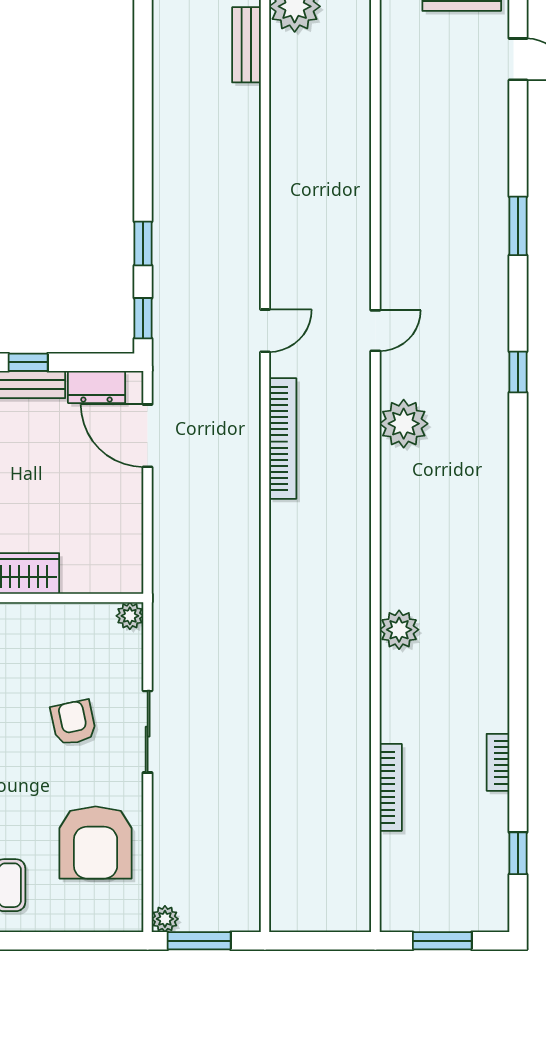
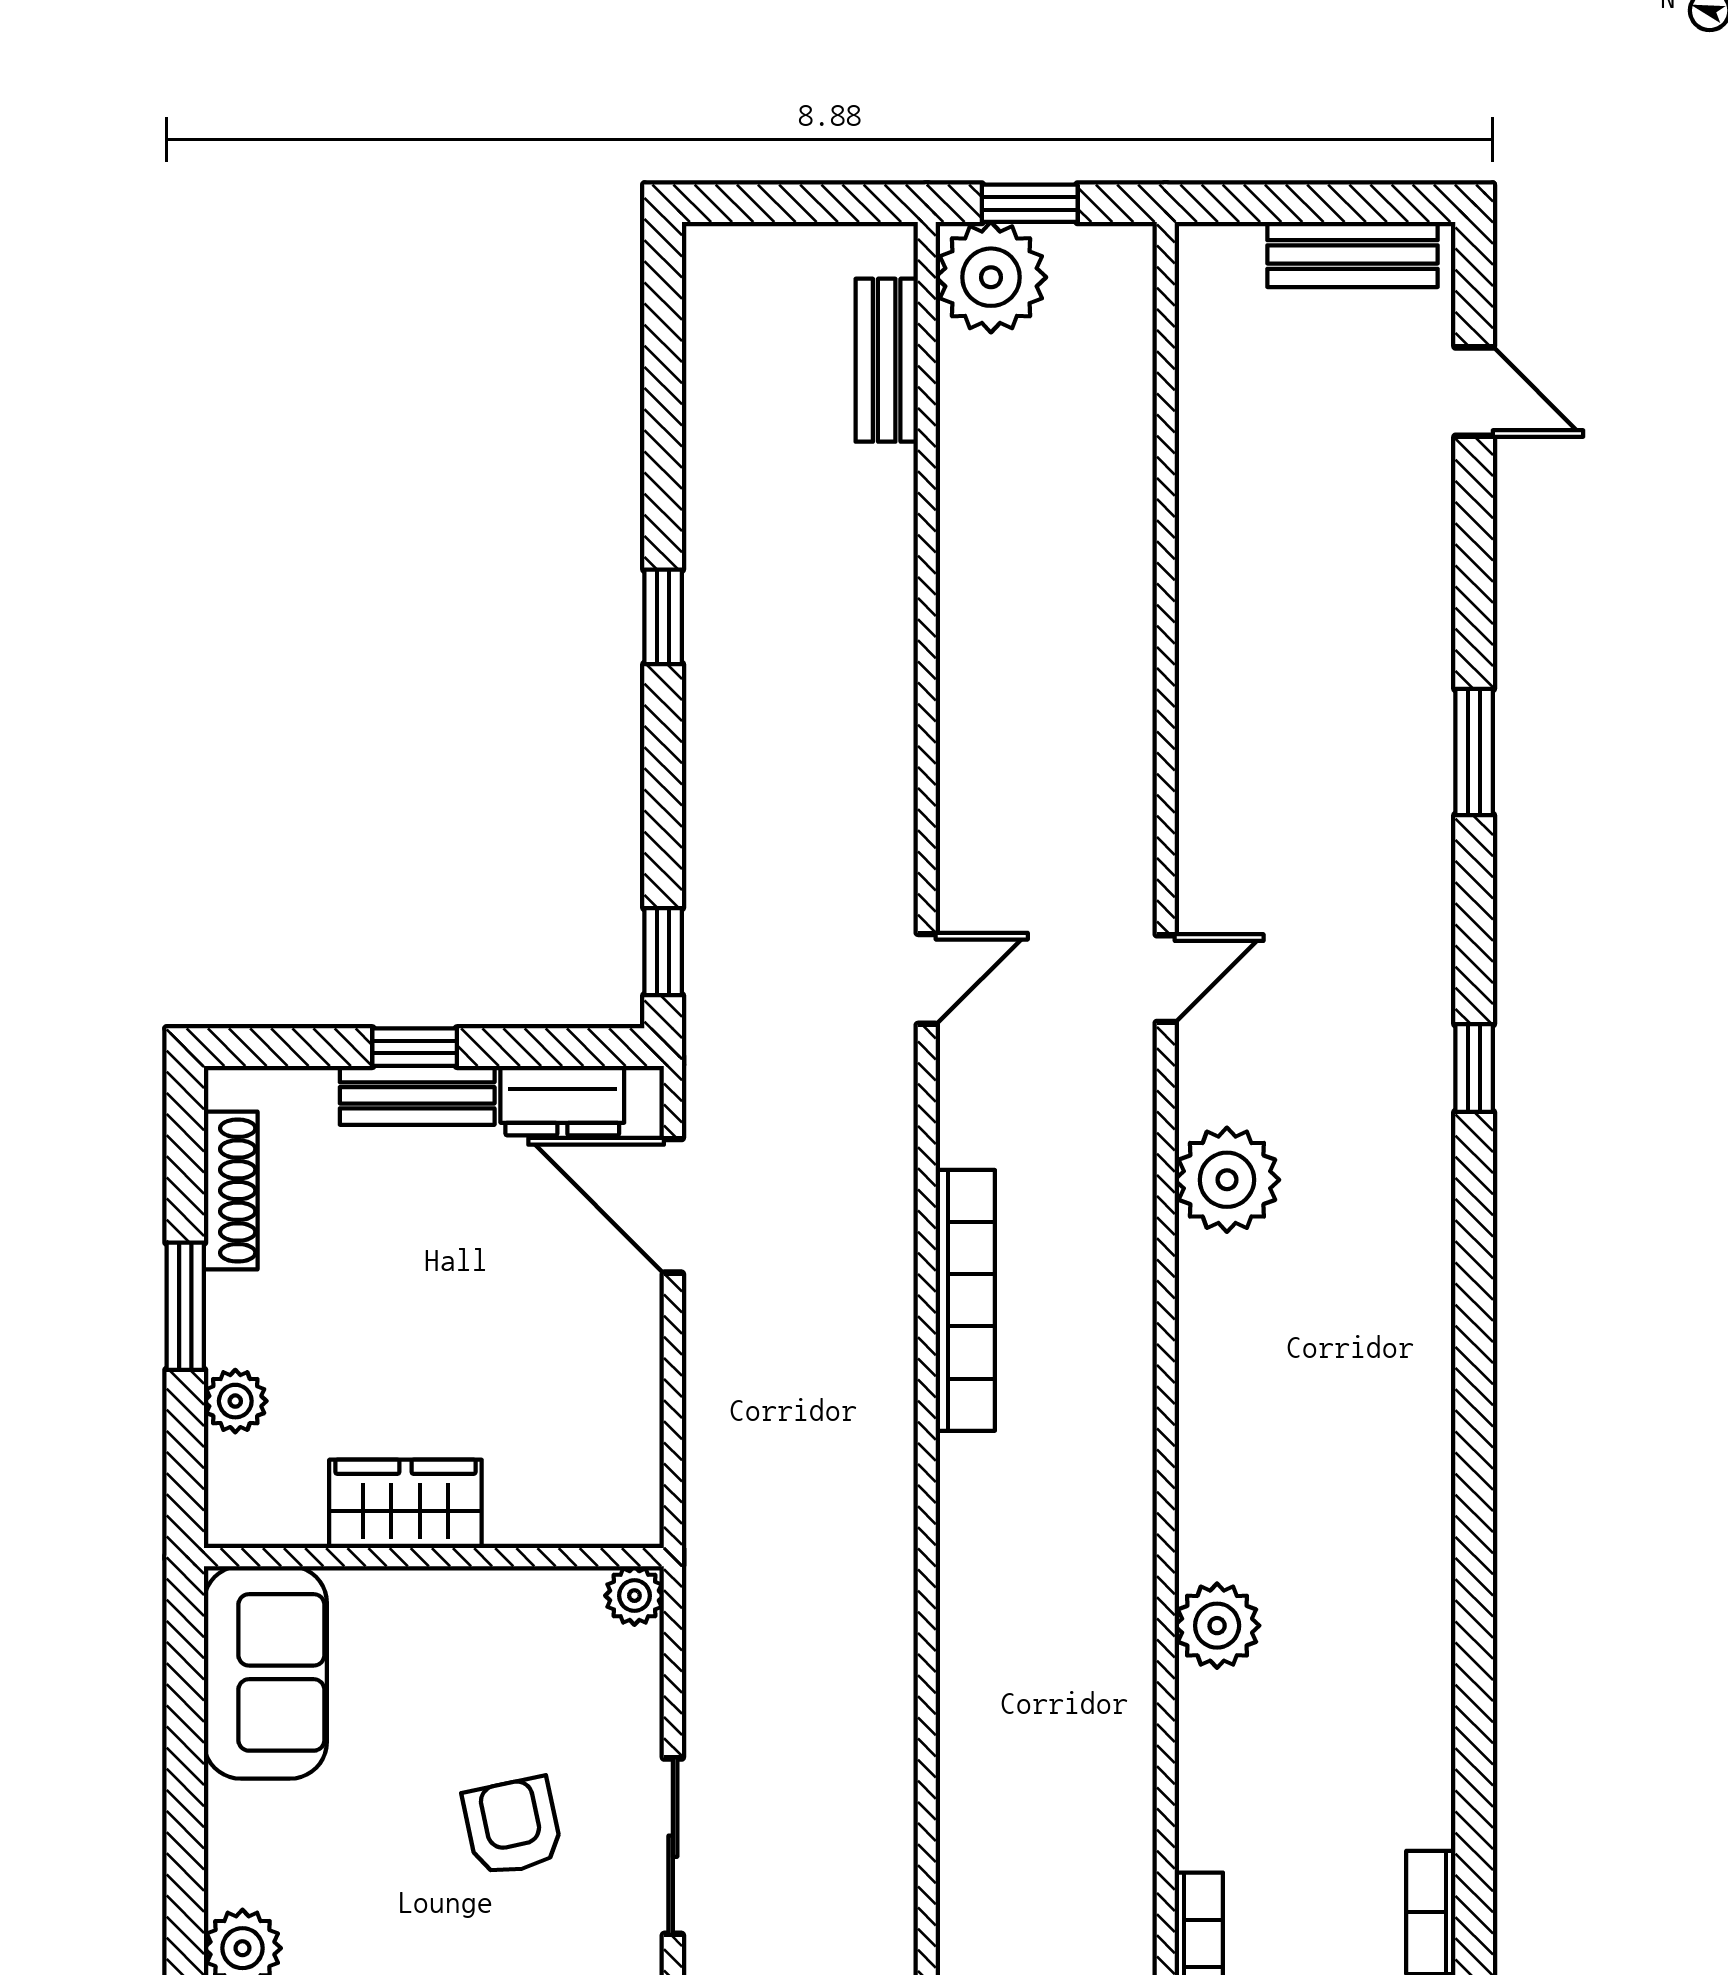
window: (143, 243) -> (663, 617), moved
bookcase: (283, 438) -> (965, 1300), moved

